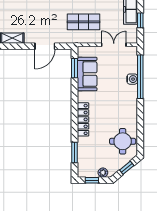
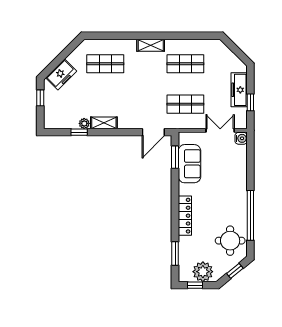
door: (45, 46) -> (153, 132), moved
window: (140, 77) -> (250, 215), moved
water cooler: (132, 79) -> (241, 138), moved
plant: (103, 173) -> (203, 272), width x1.88, depth x1.88

